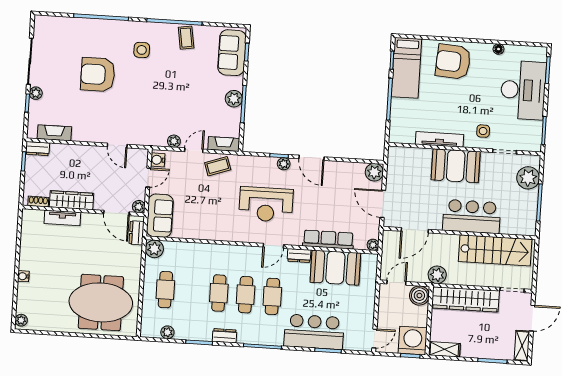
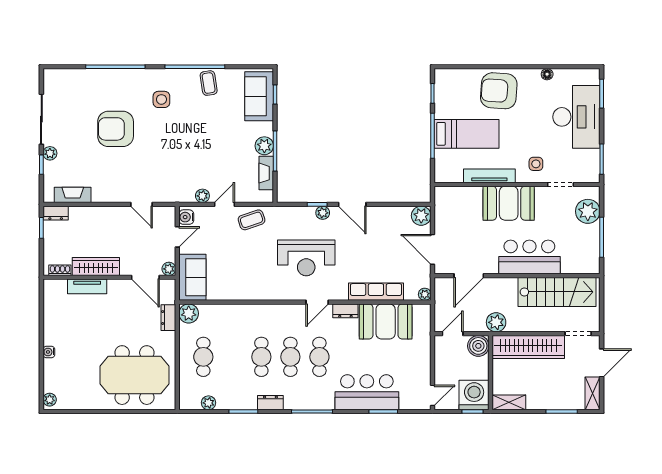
bed: (406, 68) -> (467, 134), moved, turned -90
fireplace: (224, 144) -> (266, 173), moved, turned -90
dresser: (137, 233) -> (168, 318), moved

